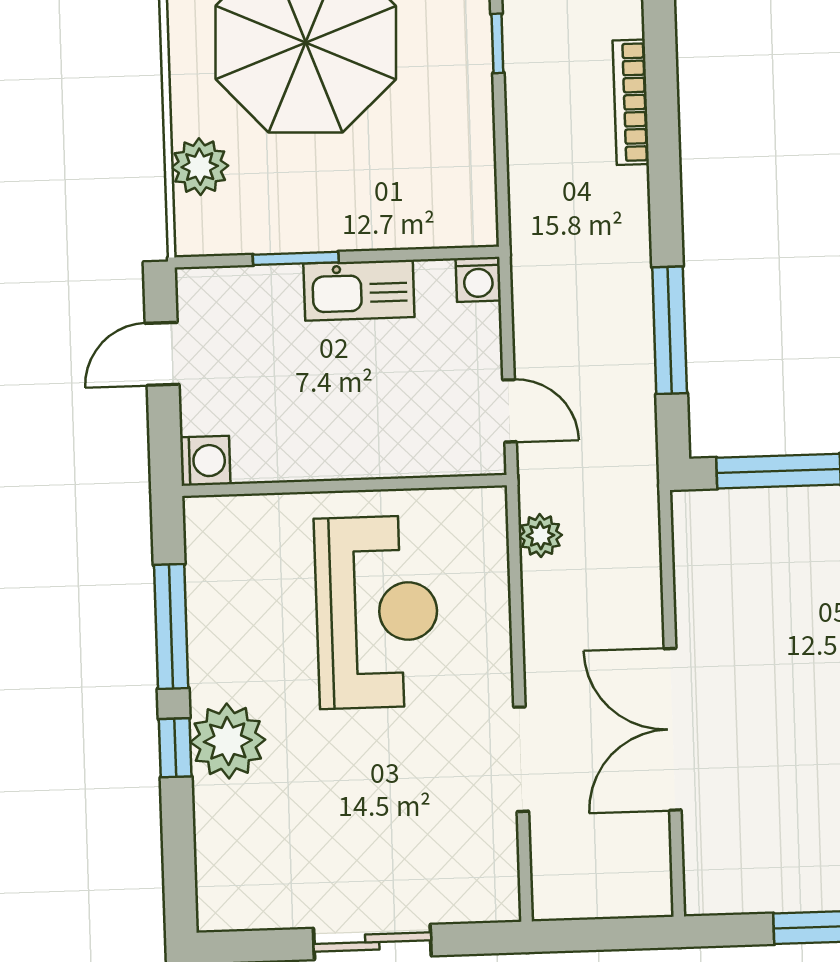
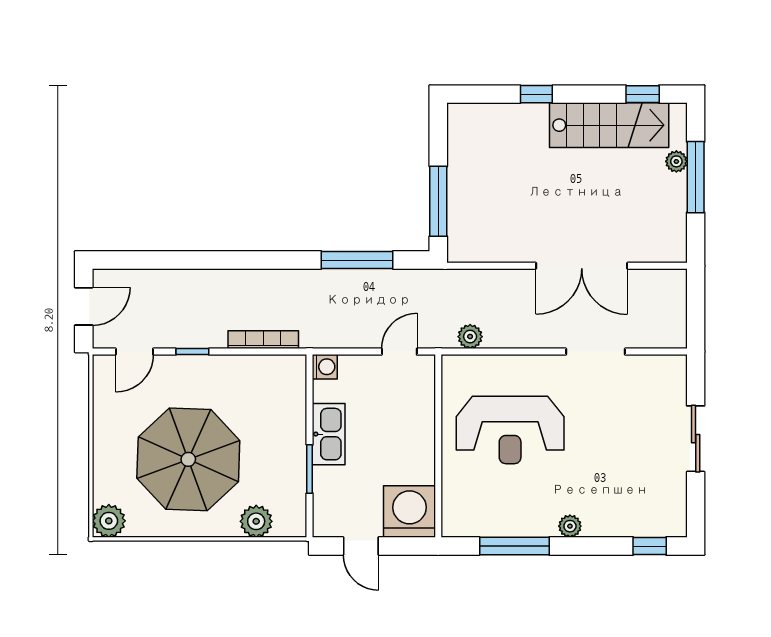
bookcase: (631, 102) -> (263, 340), moved, turned 180
washing machine: (205, 461) -> (410, 512), width x1.89, depth x1.89
reception desk: (377, 612) -> (510, 430), turned 180
plant: (228, 741) -> (570, 526), width x0.53, depth x0.53
window: (175, 748) -> (650, 546), moved

